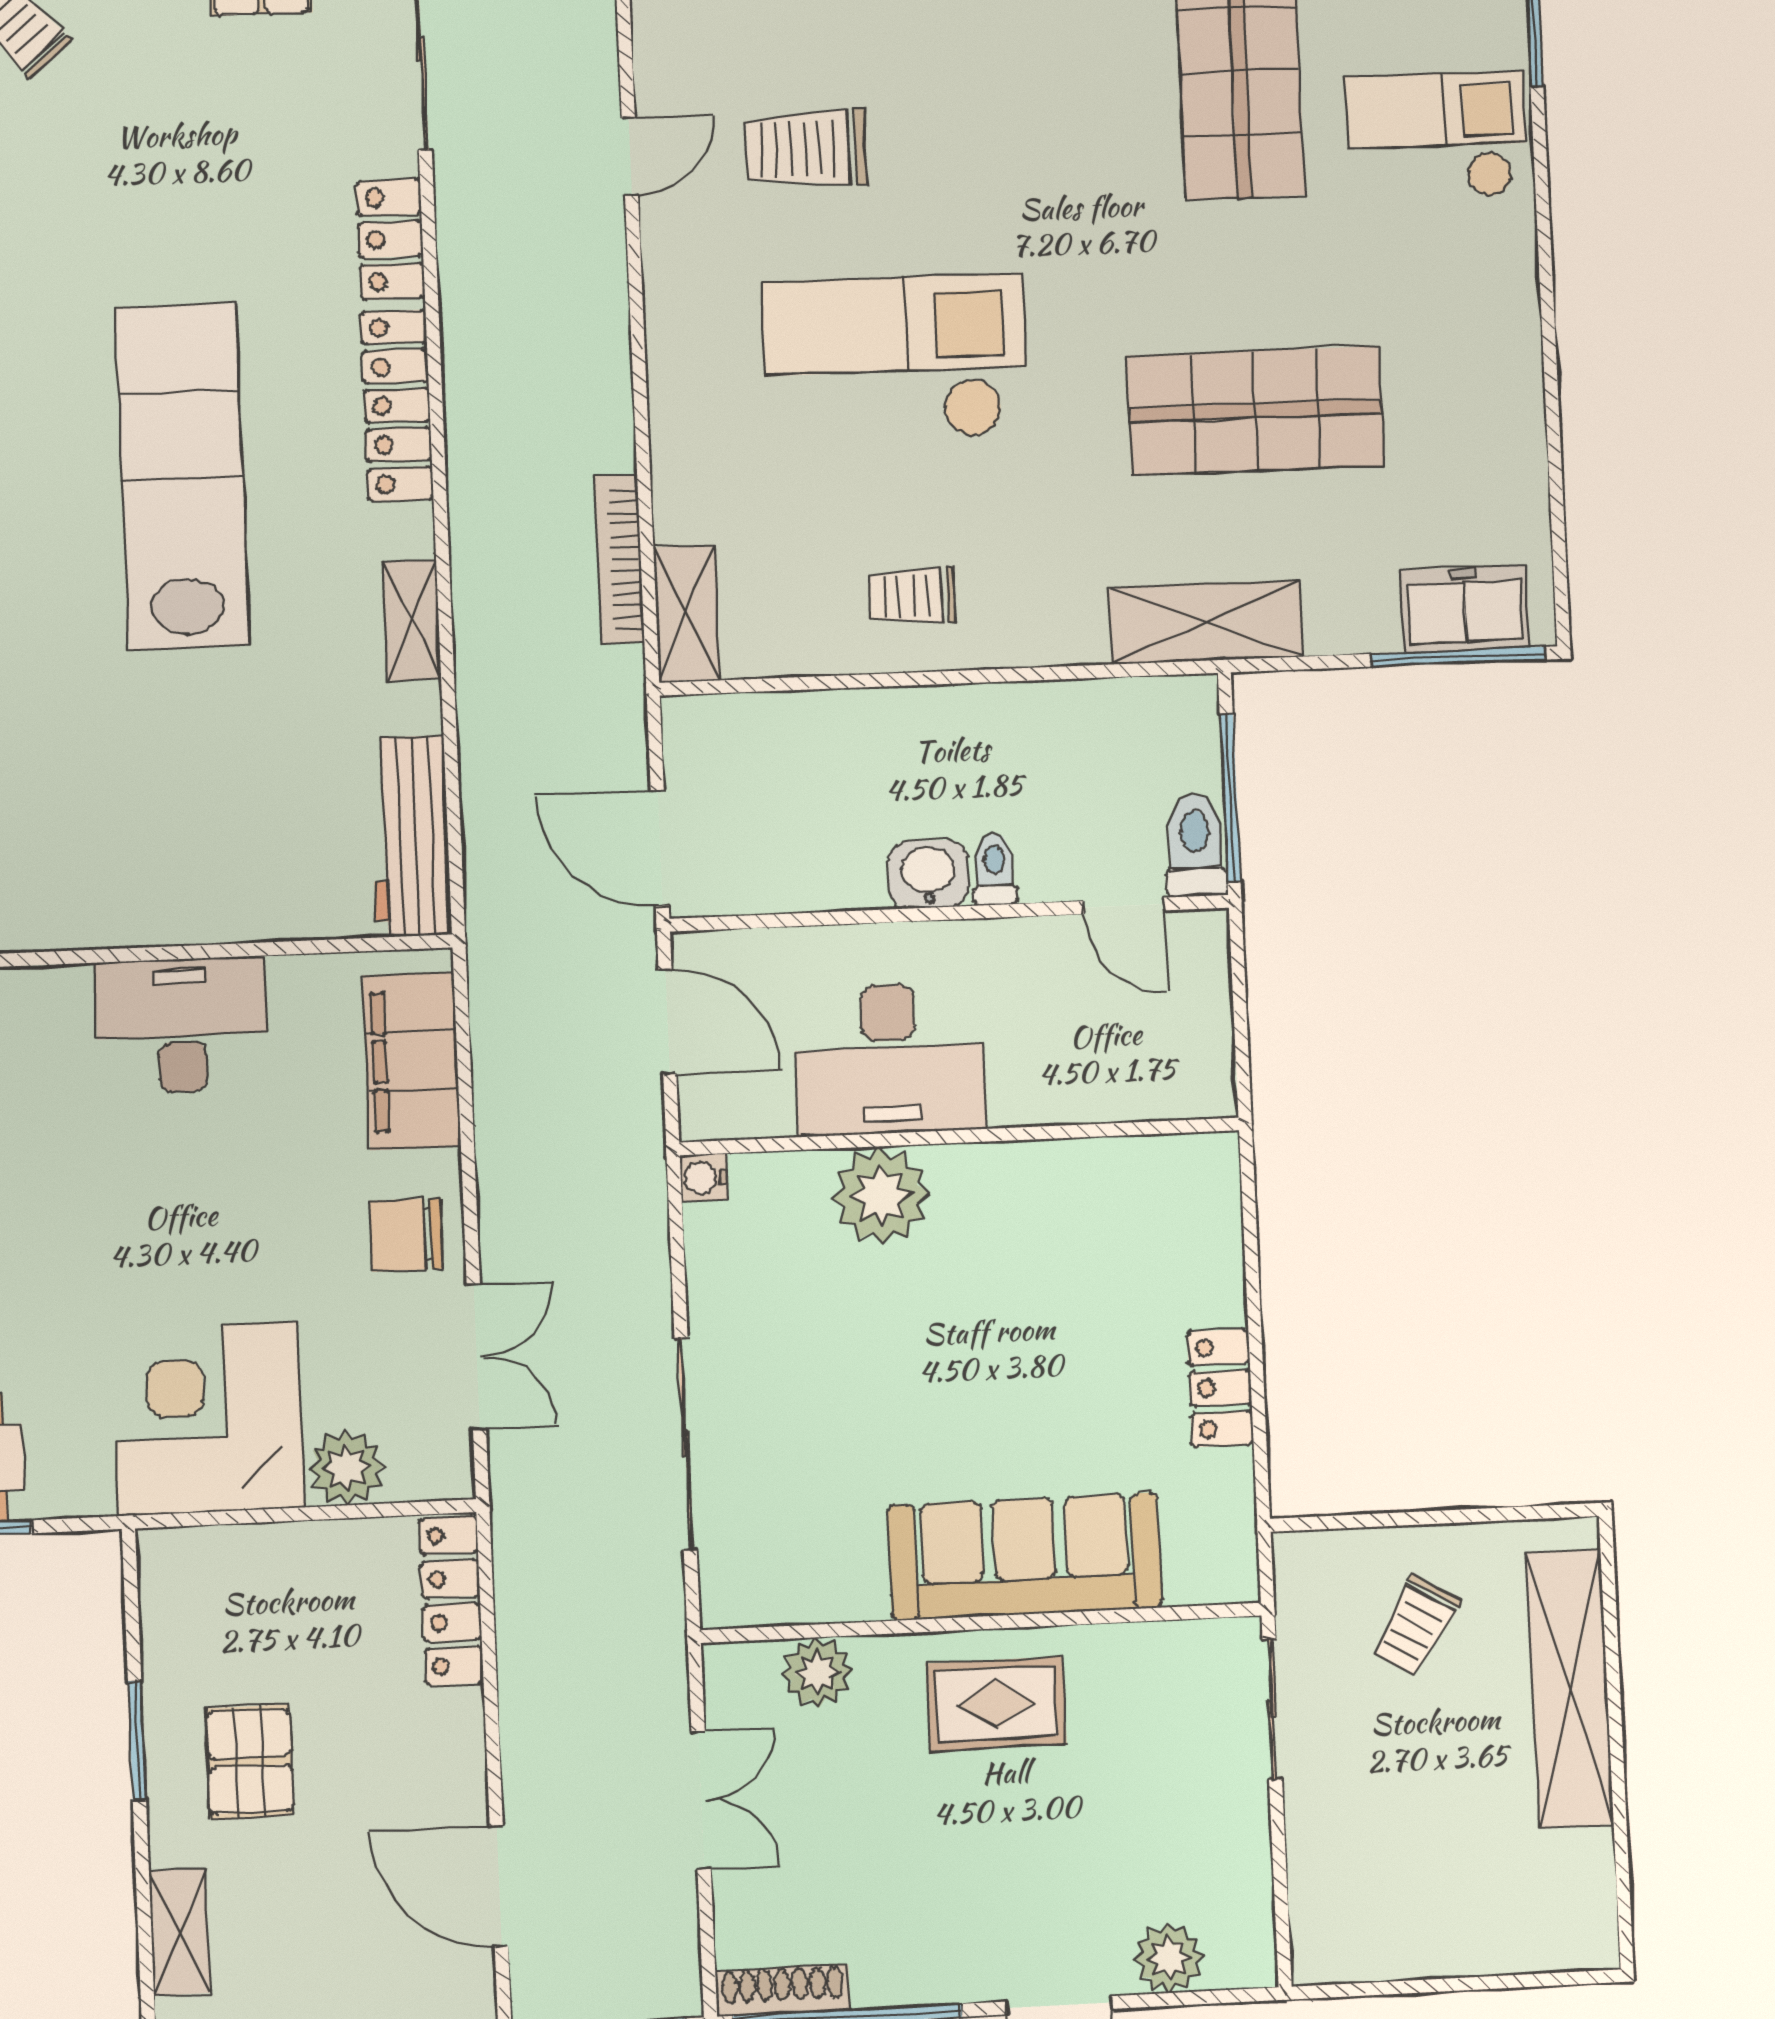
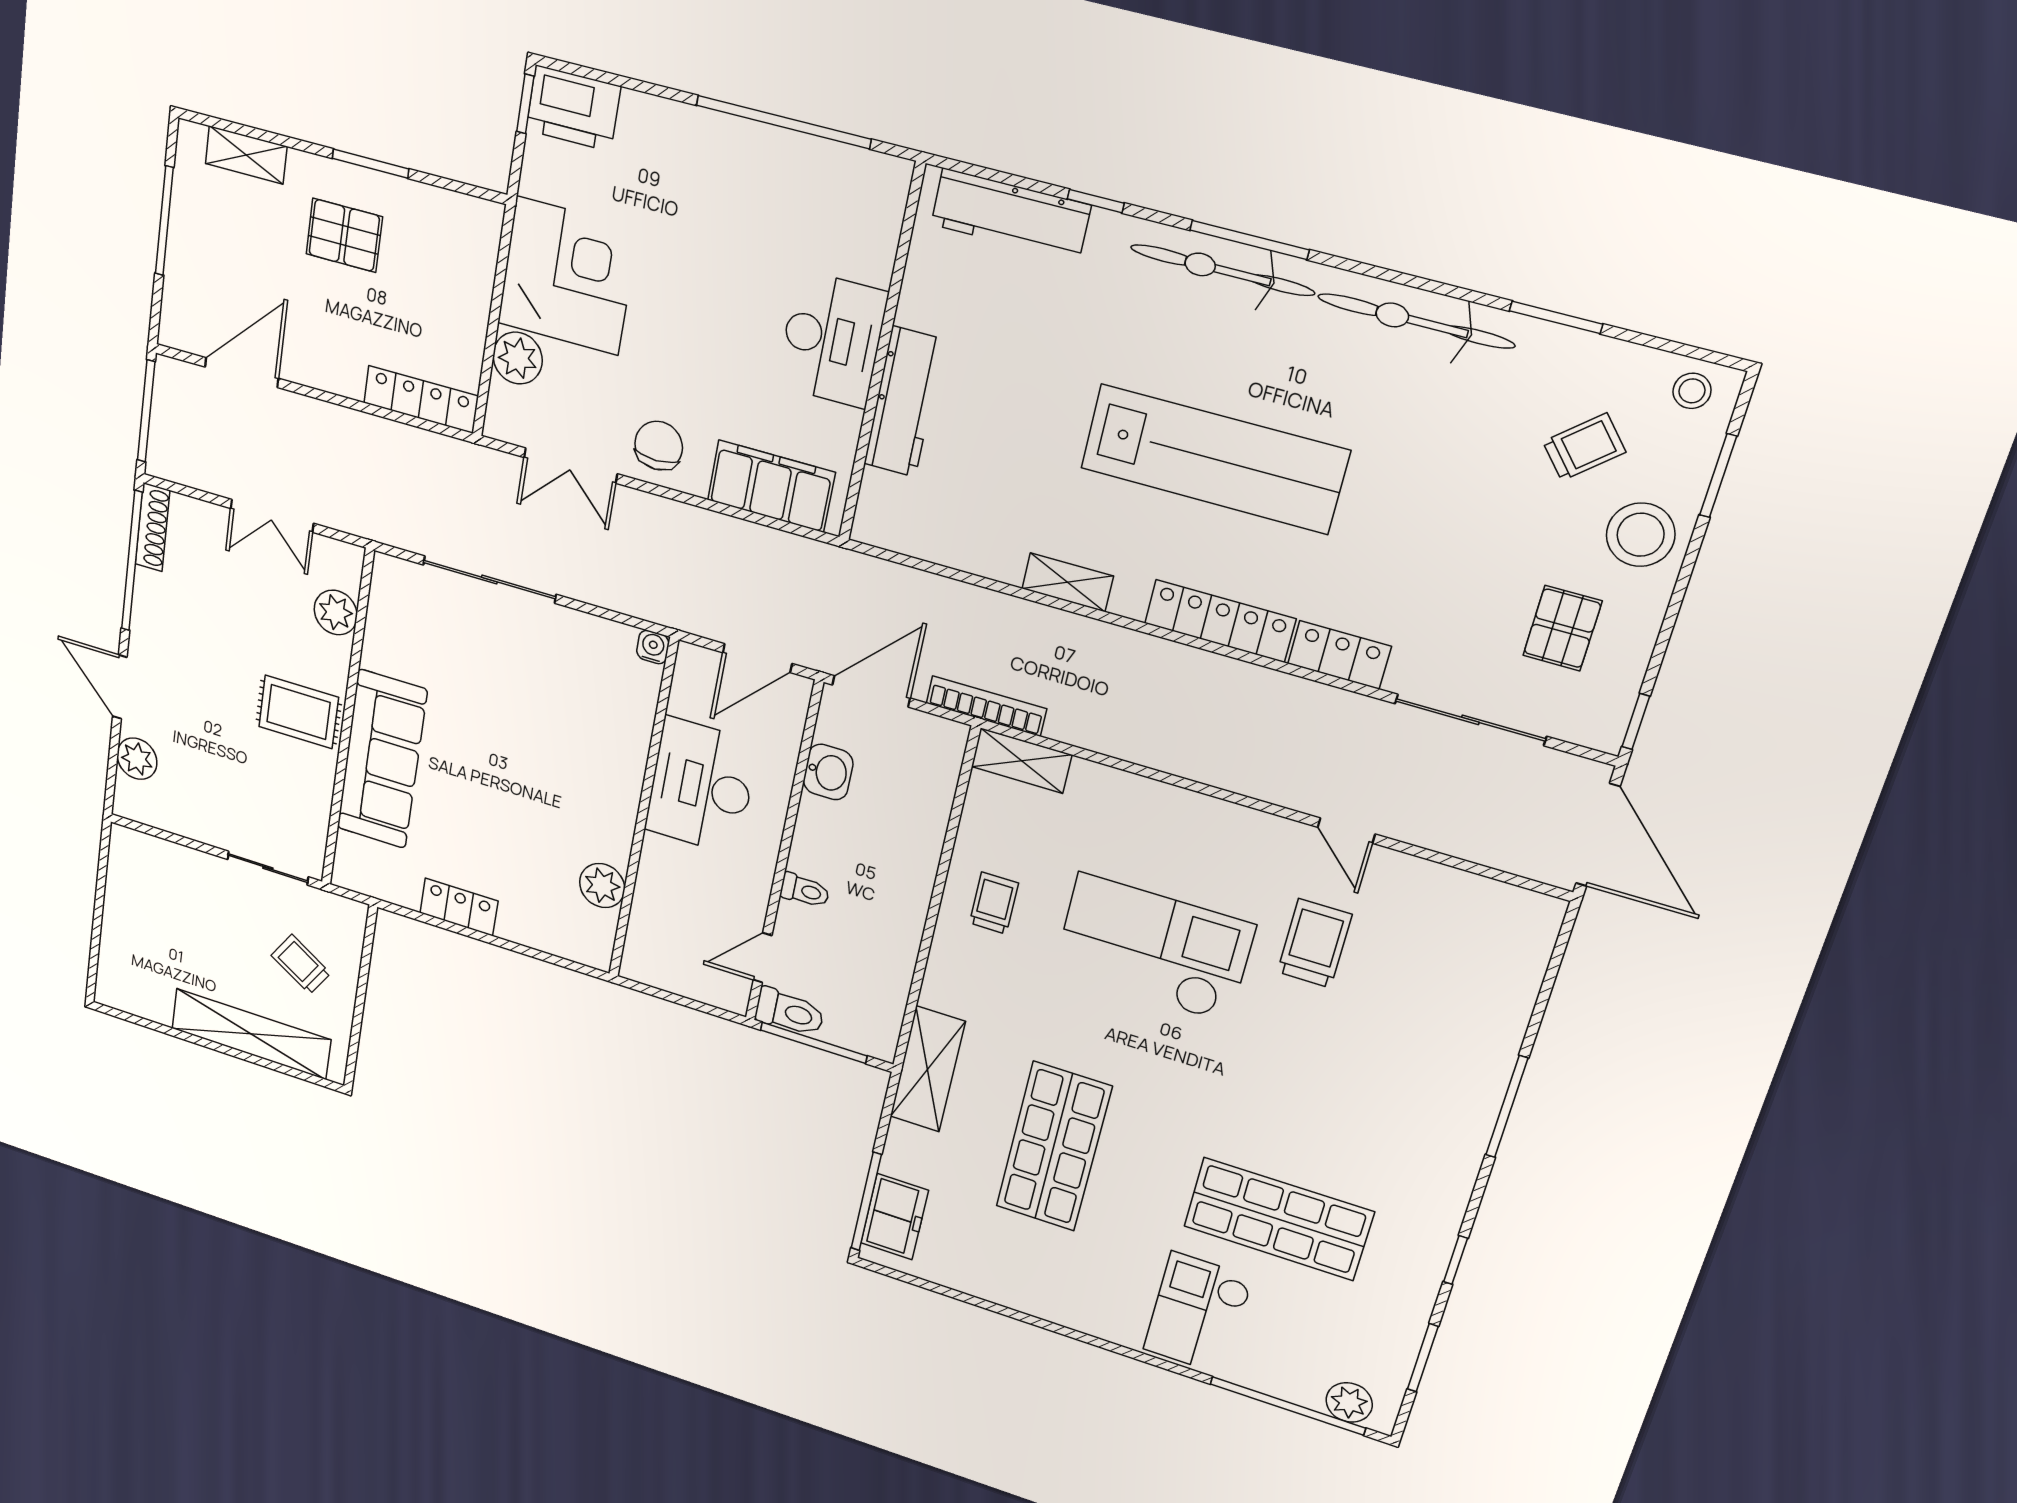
checkout: (1436, 136) -> (1198, 1313), turned 180
checkout: (895, 359) -> (1154, 948), turned -90
bookcase: (619, 559) -> (986, 706), moved
workbench: (410, 836) -> (904, 402), moved, turned 90
washbasin: (928, 874) -> (828, 772), moved
plant: (881, 1196) -> (602, 886), moved, width x0.73, depth x0.73
rug: (996, 1704) -> (299, 712), turned 90

